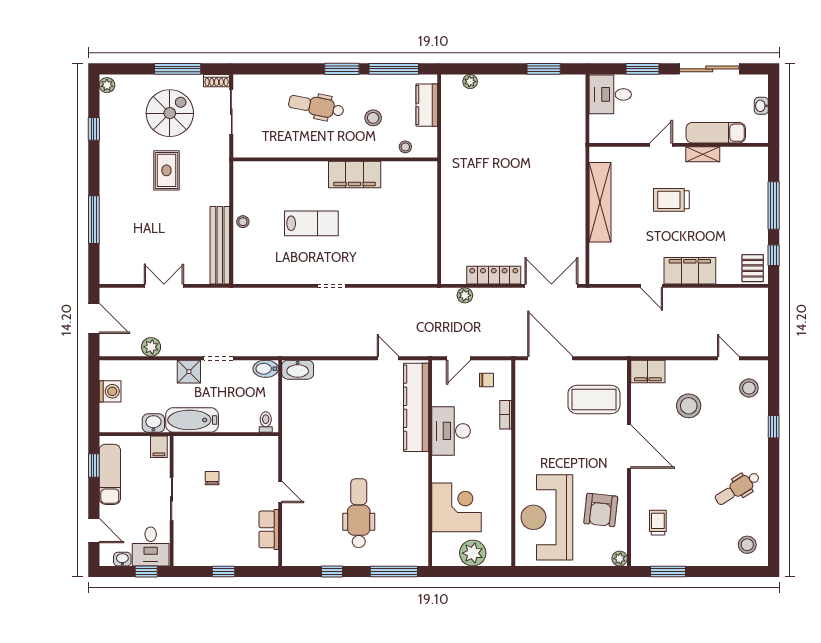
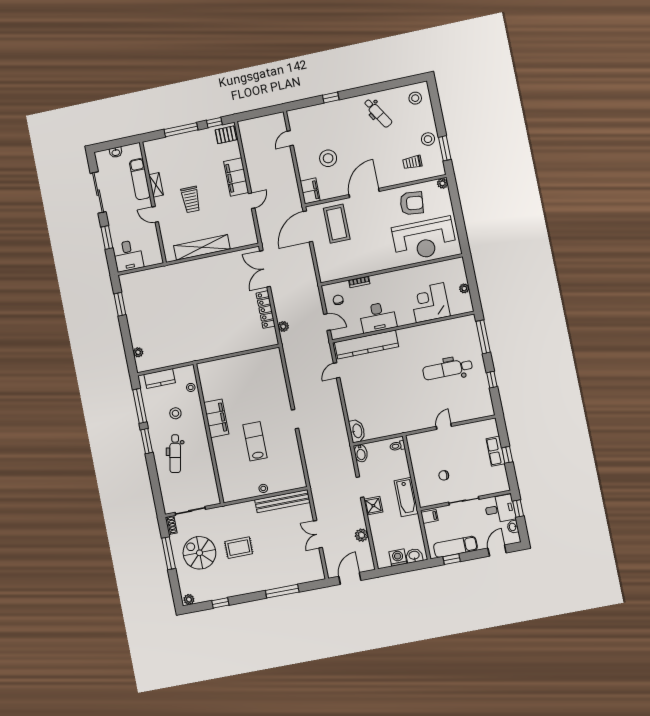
door: (550, 358) -> (308, 226), moved
stool: (749, 388) -> (428, 139), moved
washbasin: (153, 423) -> (414, 556), moved, turned 90
row of seats: (269, 529) -> (496, 451), moved, turned 90
plant: (473, 553) -> (464, 288), width x0.53, depth x0.53

